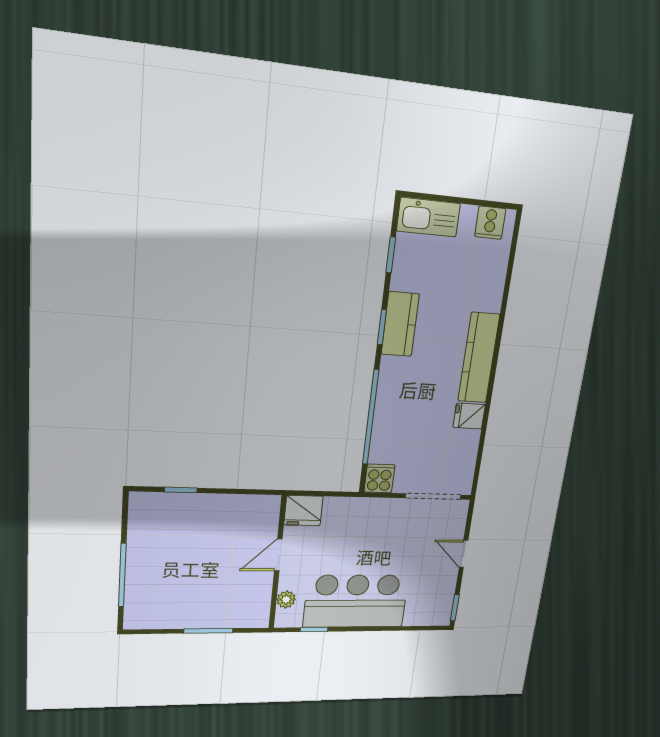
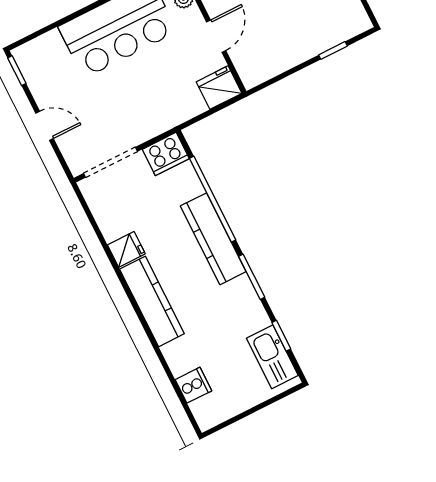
kitchen sink: (428, 217) -> (272, 357), moved, turned -90
cooker: (490, 223) -> (193, 385), moved, turned 90
kitchen counter: (400, 324) -> (213, 239), moved, width x1.50
window: (382, 327) -> (252, 277), width x1.50
cooker: (379, 478) -> (166, 154), width x1.36

